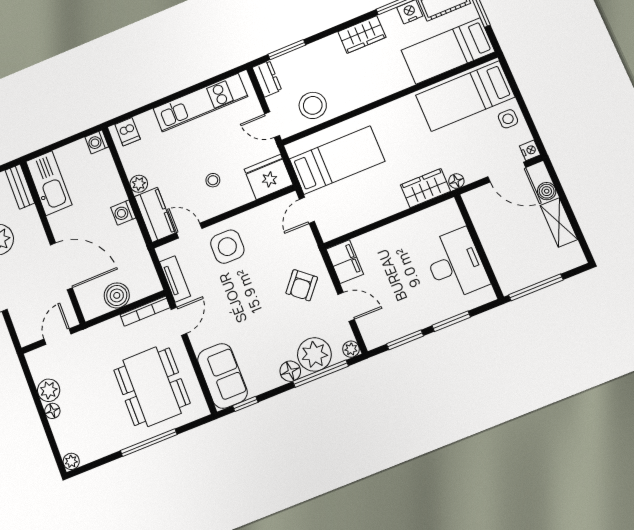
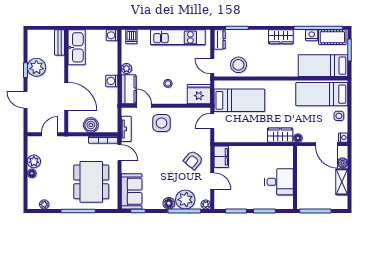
desk: (456, 264) -> (279, 182), width x0.73
door: (179, 321) -> (119, 153), hinge flipped
plant: (71, 461) -> (44, 204), moved

